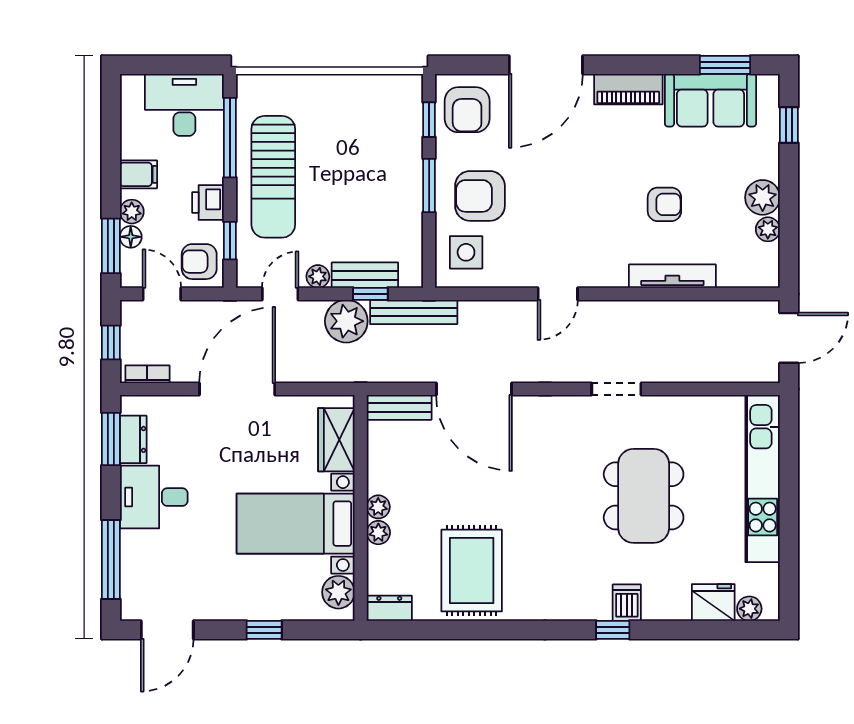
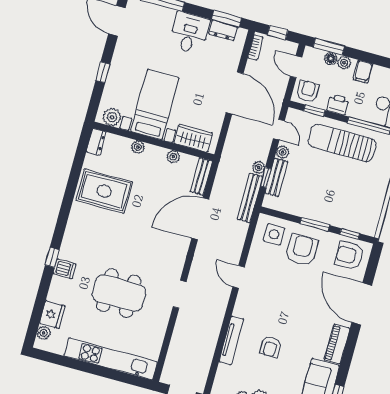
door: (162, 294) -> (296, 67), swing flipped
plant: (346, 321) -> (259, 168), width x0.53, depth x0.53
plant: (378, 507) -> (173, 157), moved

